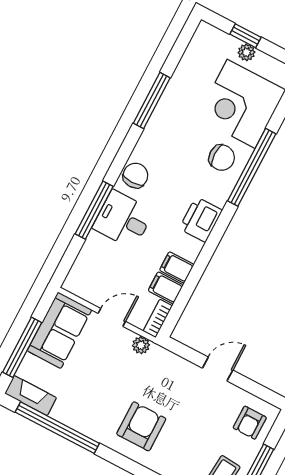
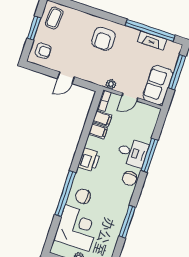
fireplace: (31, 396) -> (152, 41), moved
armchair: (250, 423) -> (43, 51), turned 90

